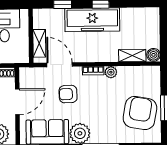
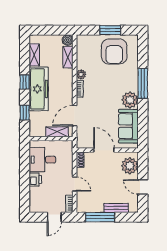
shelving: (135, 14) -> (34, 55), added
armchair: (68, 94) -> (98, 109), removed
armchair: (140, 113) -> (114, 51), turned -100

